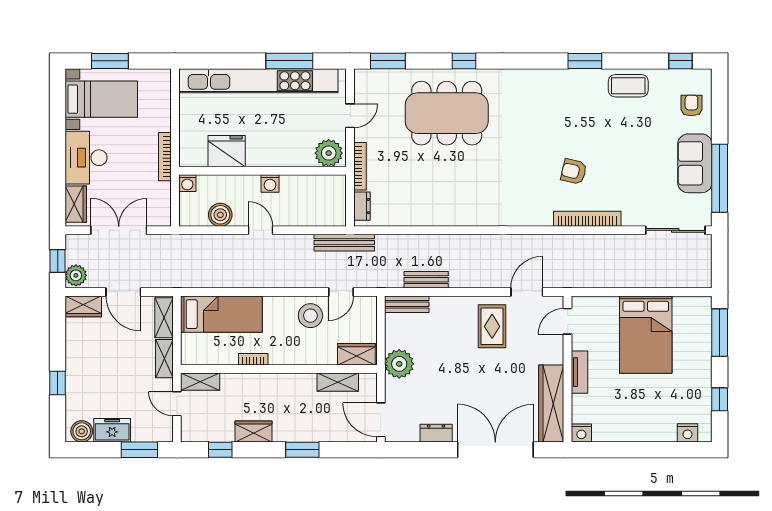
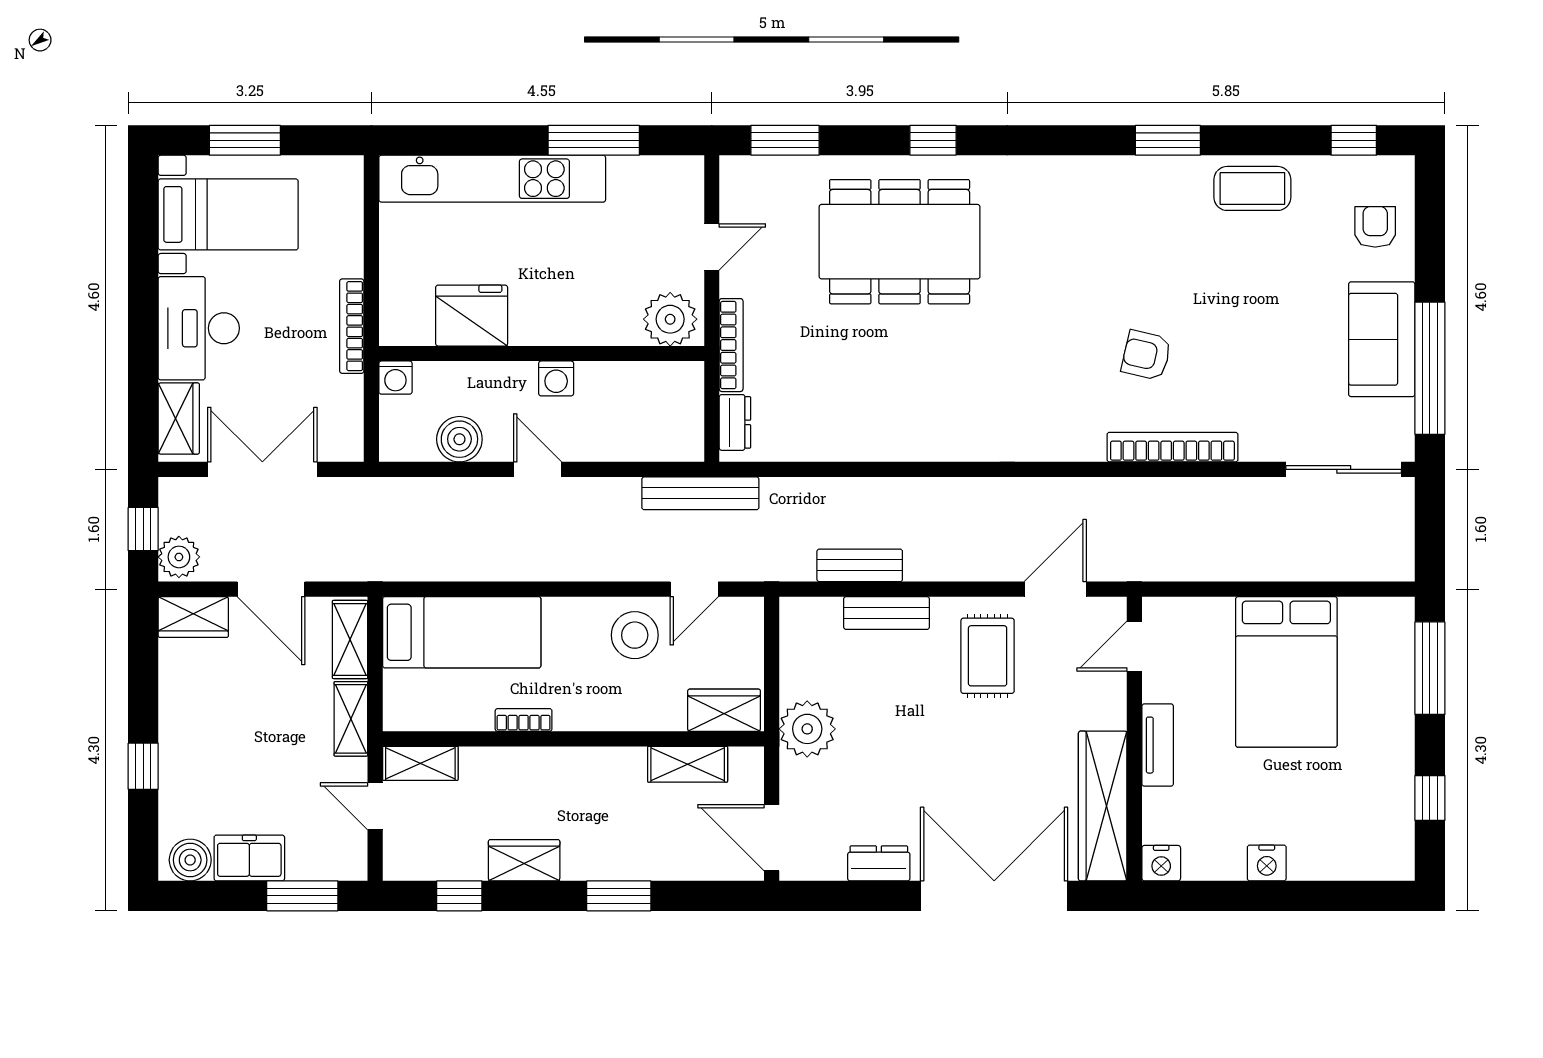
kitchen unit: (258, 81) -> (492, 179), width x0.73
bench: (407, 304) -> (887, 613), moved
nightstand: (688, 433) -> (1267, 863), moved

